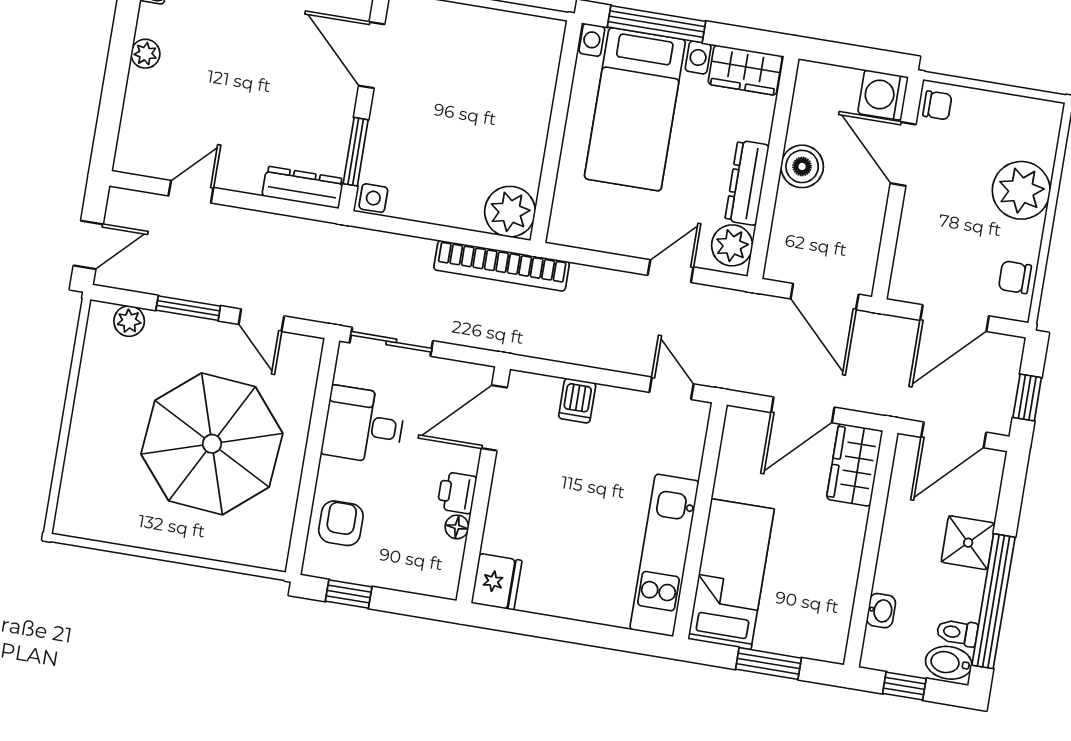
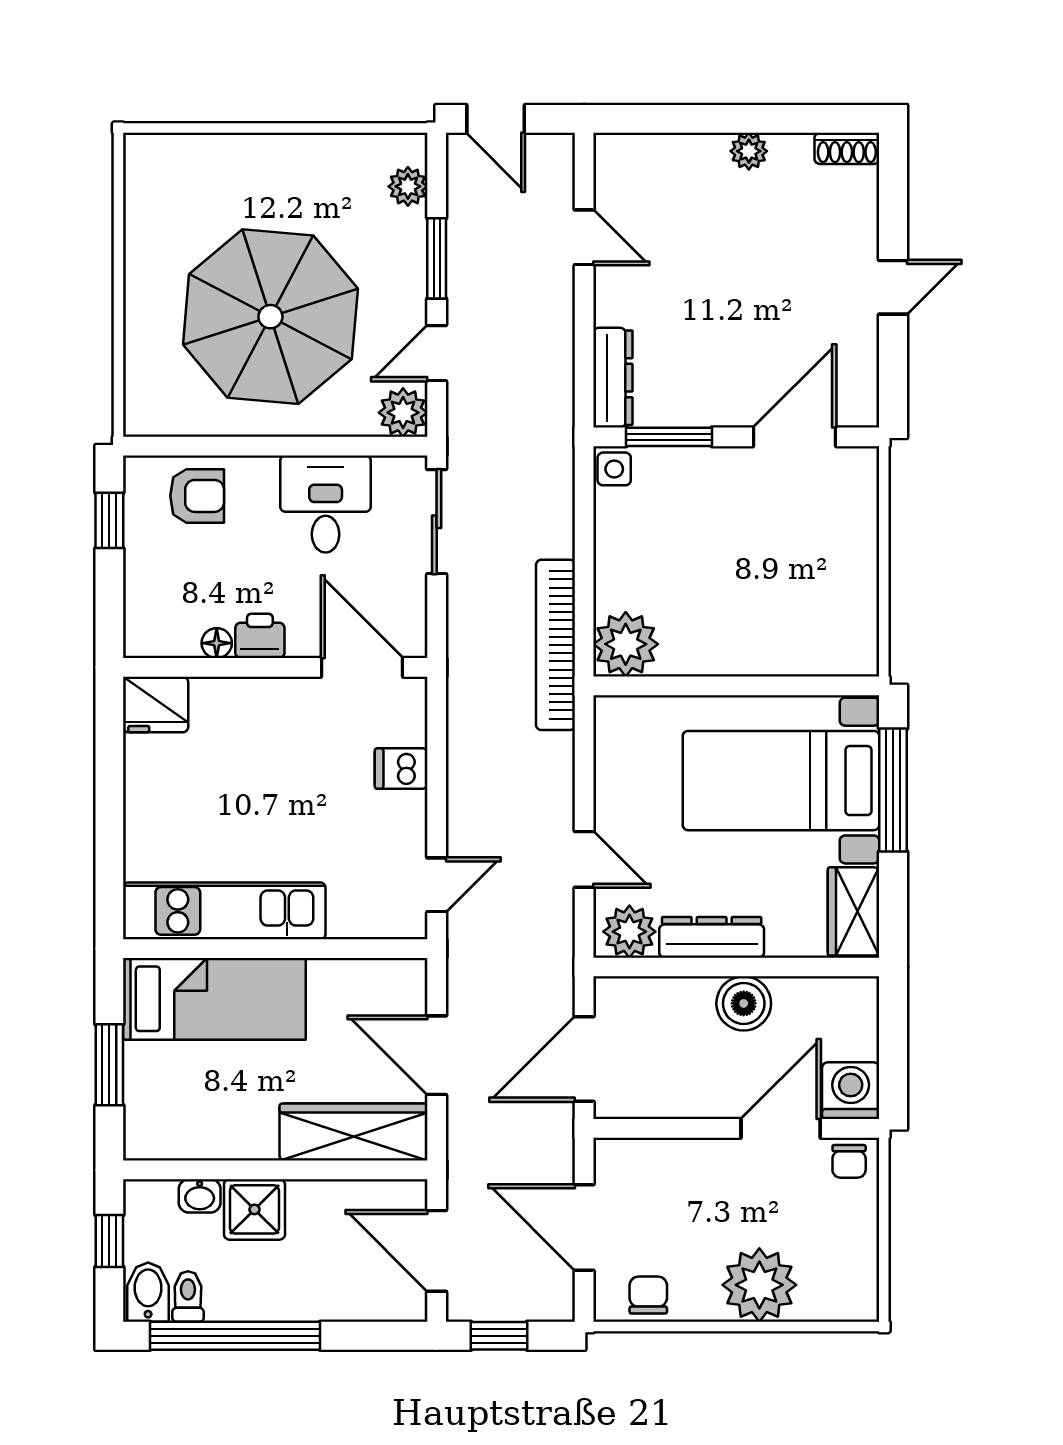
plant: (303, 354) -> (403, 413), added
wardrobe: (855, 465) -> (354, 1132), width x1.50
shower: (968, 543) -> (254, 1209), moved

